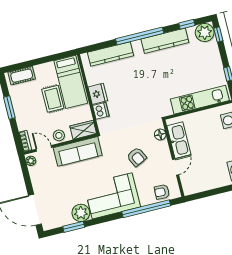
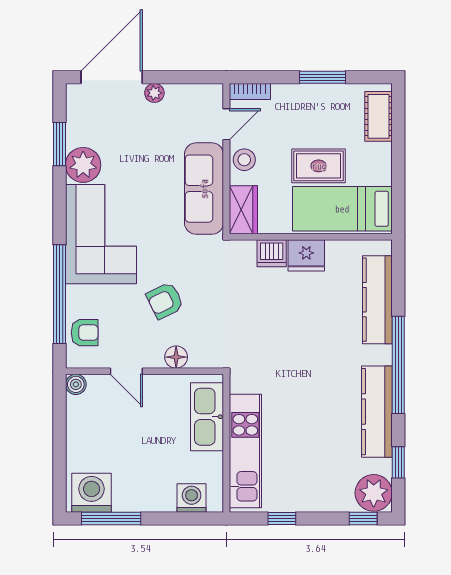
floor lamp: (160, 135) -> (176, 357), moved
kitchen sink: (179, 140) -> (207, 417), moved, turned 90
plant: (31, 161) -> (154, 93), moved
boiler: (188, 190) -> (76, 384), added
armchair: (162, 192) -> (85, 333), turned 88

